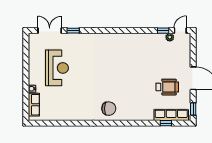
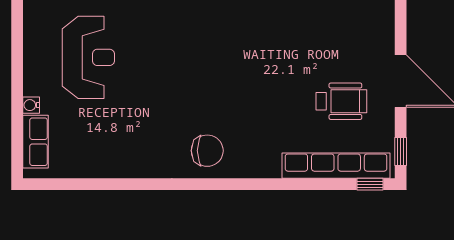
row of seats: (171, 115) -> (336, 166), width x1.36
window: (166, 123) -> (370, 184), moved

